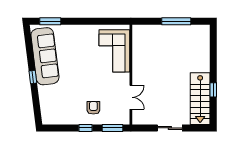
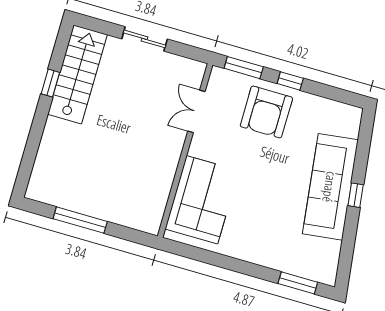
sofa: (45, 56) -> (330, 187), moved
armchair: (93, 108) -> (266, 112), width x1.88, depth x1.88

